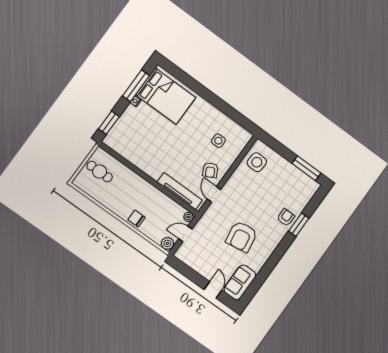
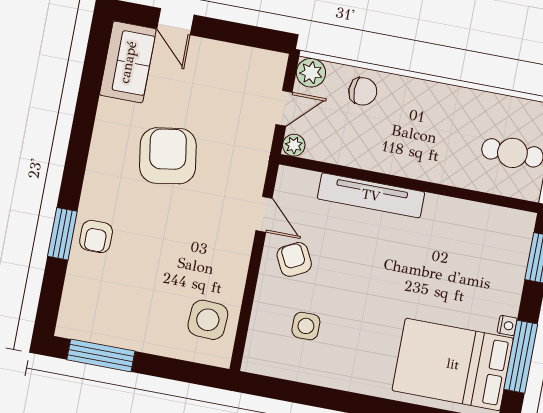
tv unit: (180, 191) -> (371, 195), moved
chair: (136, 218) -> (363, 91), moved

